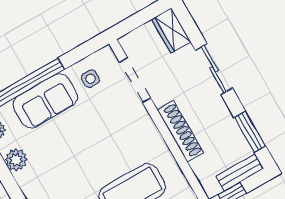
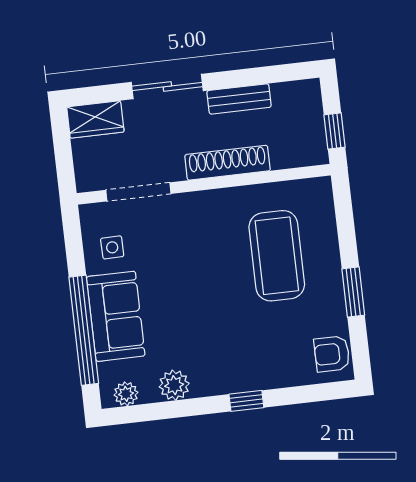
window: (250, 132) -> (266, 75), removed
bench: (240, 172) -> (239, 99), moved, turned 90

